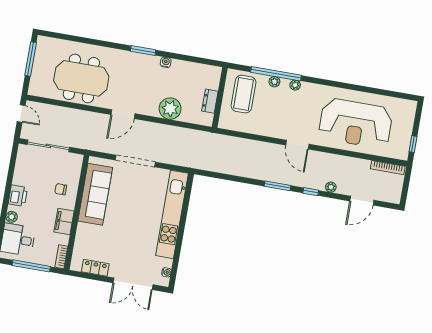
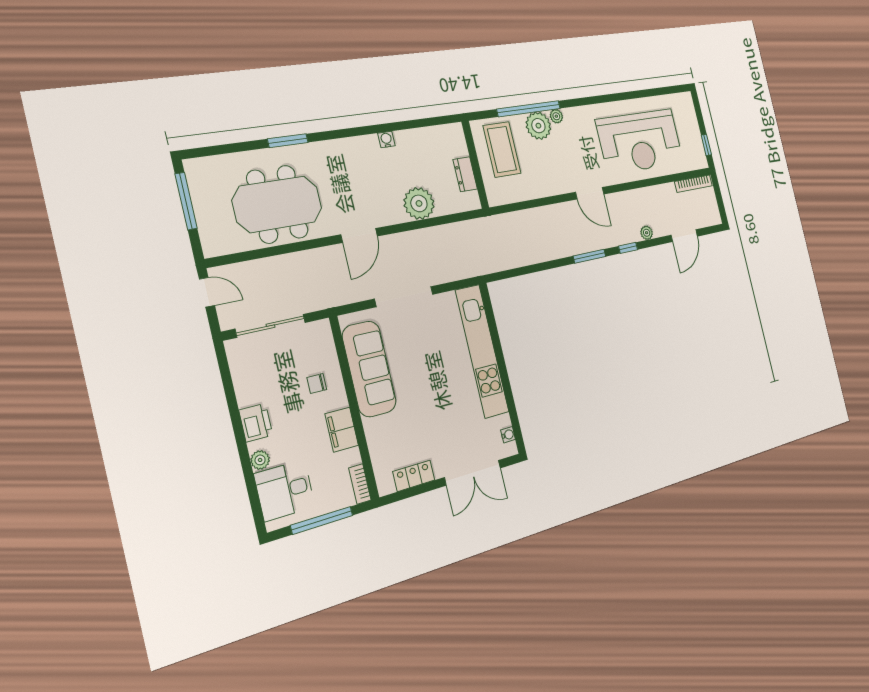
window: (143, 51) -> (288, 141), moved
plant: (274, 82) -> (538, 126), width x1.88, depth x1.88

